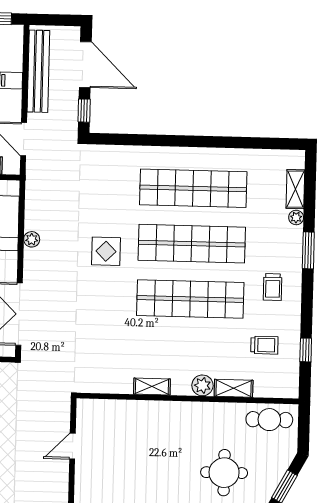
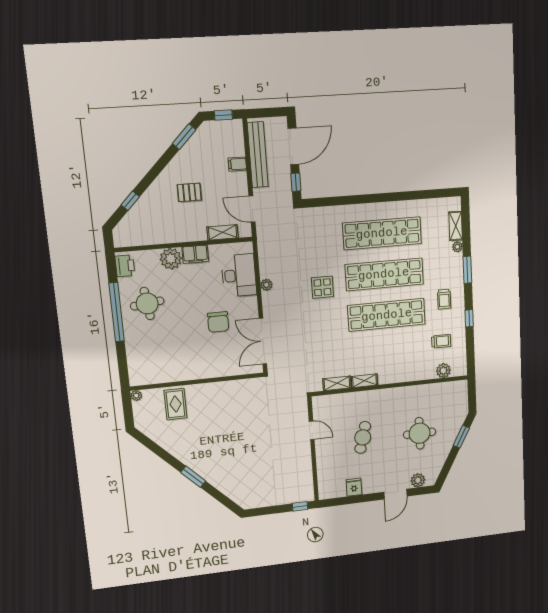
door: (85, 65) -> (293, 146), hinge flipped
window: (306, 350) -> (469, 318), moved
plant: (202, 385) -> (443, 371), moved
shelving: (234, 388) -> (337, 383), moved
cafe table: (269, 420) -> (363, 437), moved, turned -75
door: (72, 446) -> (312, 430), swing flipped

